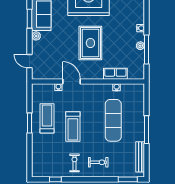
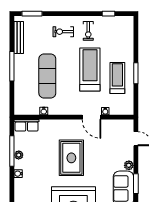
row of seats: (115, 74) -> (27, 125), moved
treadmill: (47, 118) -> (117, 78), turned 180
treadmill: (73, 126) -> (90, 70), width x1.37, depth x1.38

